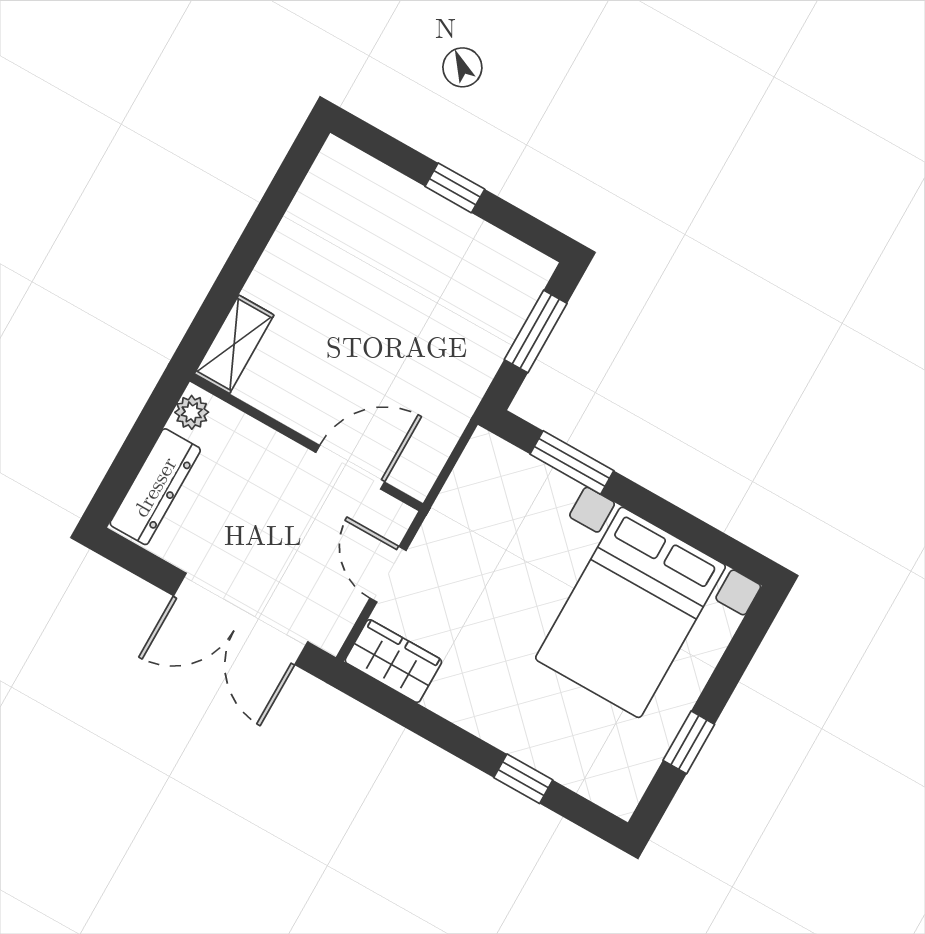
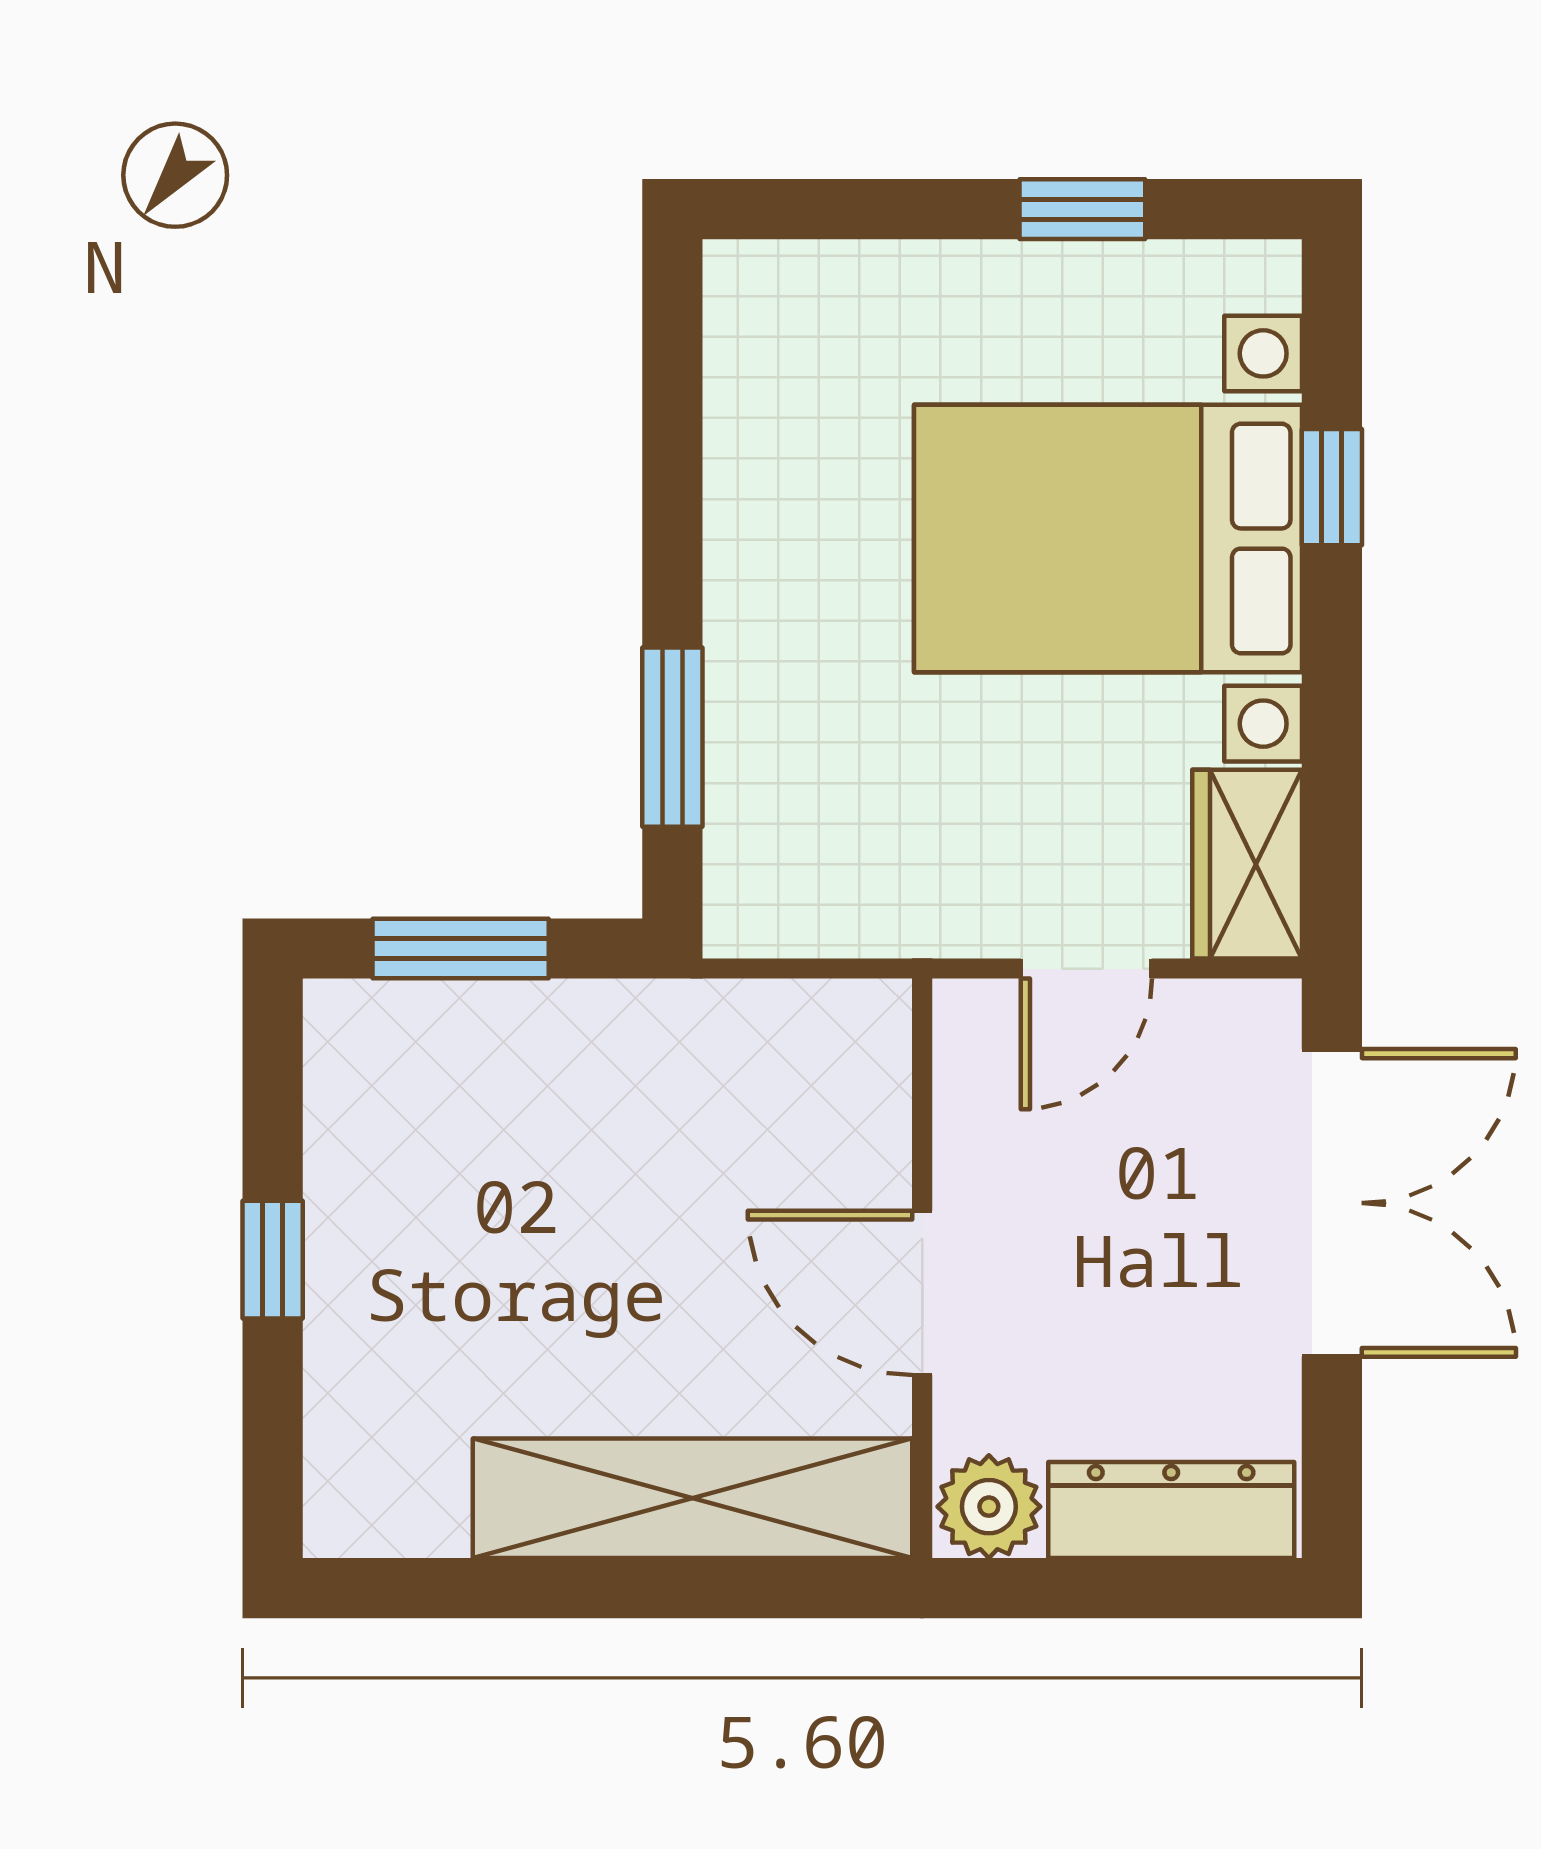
shelving: (234, 344) -> (693, 1498), width x2.20, depth x1.33
plant: (192, 412) -> (989, 1507), width x1.38, depth x1.38
door: (350, 467) -> (922, 1293), moved
bed with nightstands: (630, 612) -> (1108, 539), moved, turned 180

